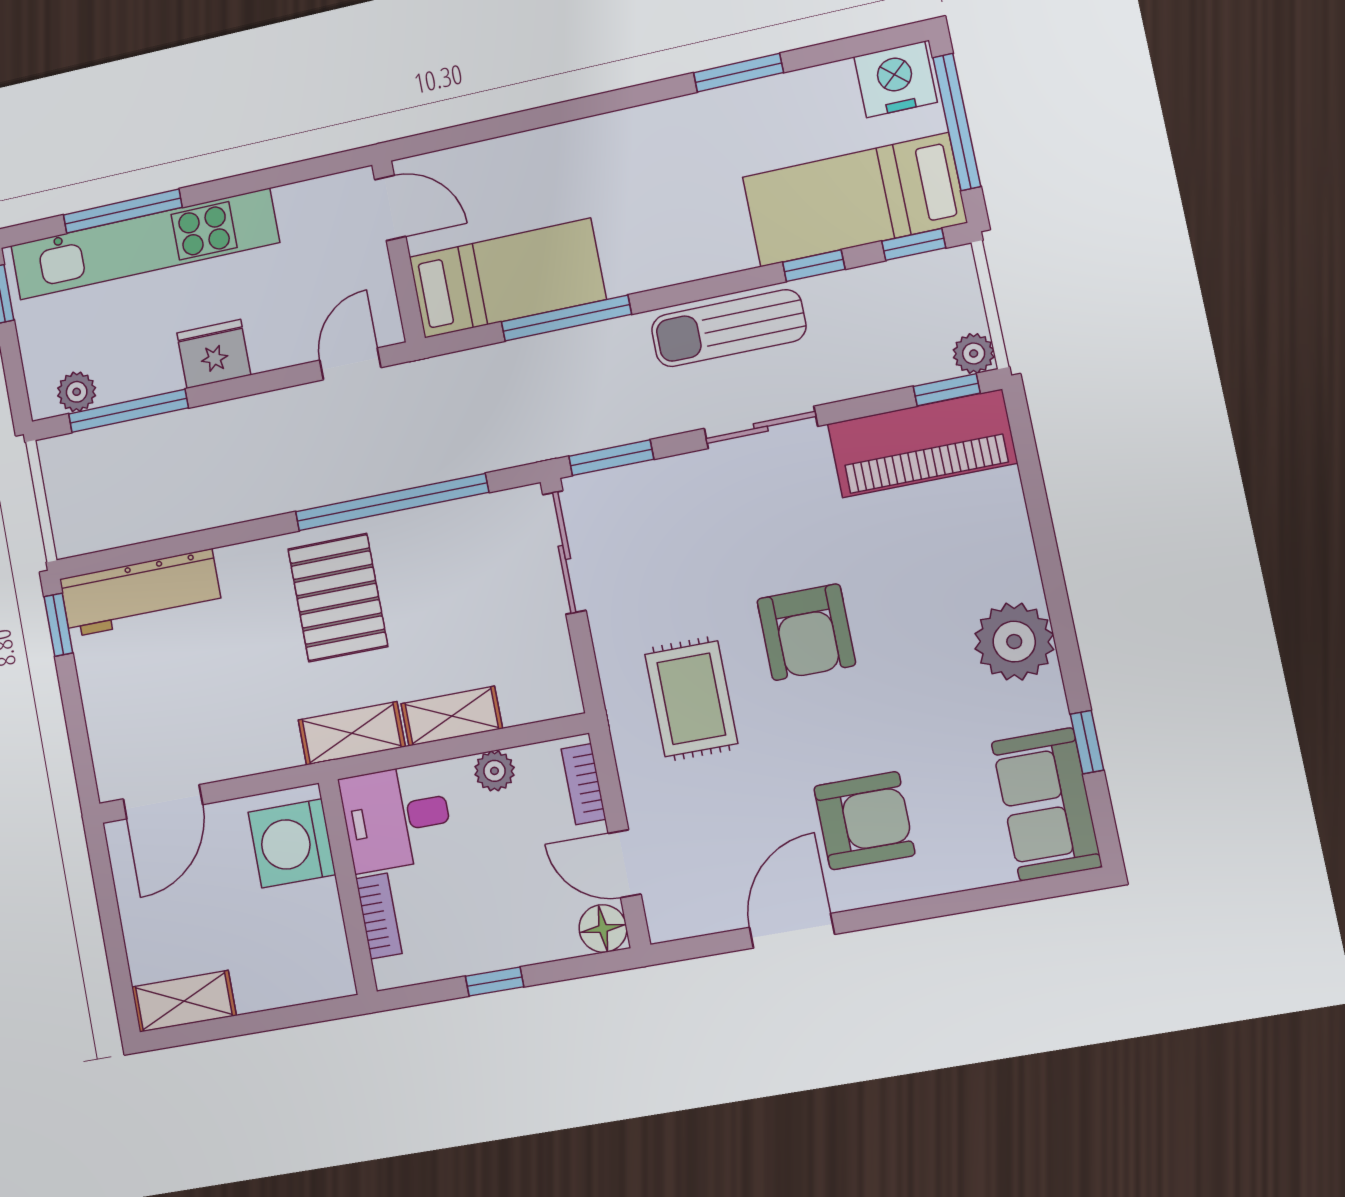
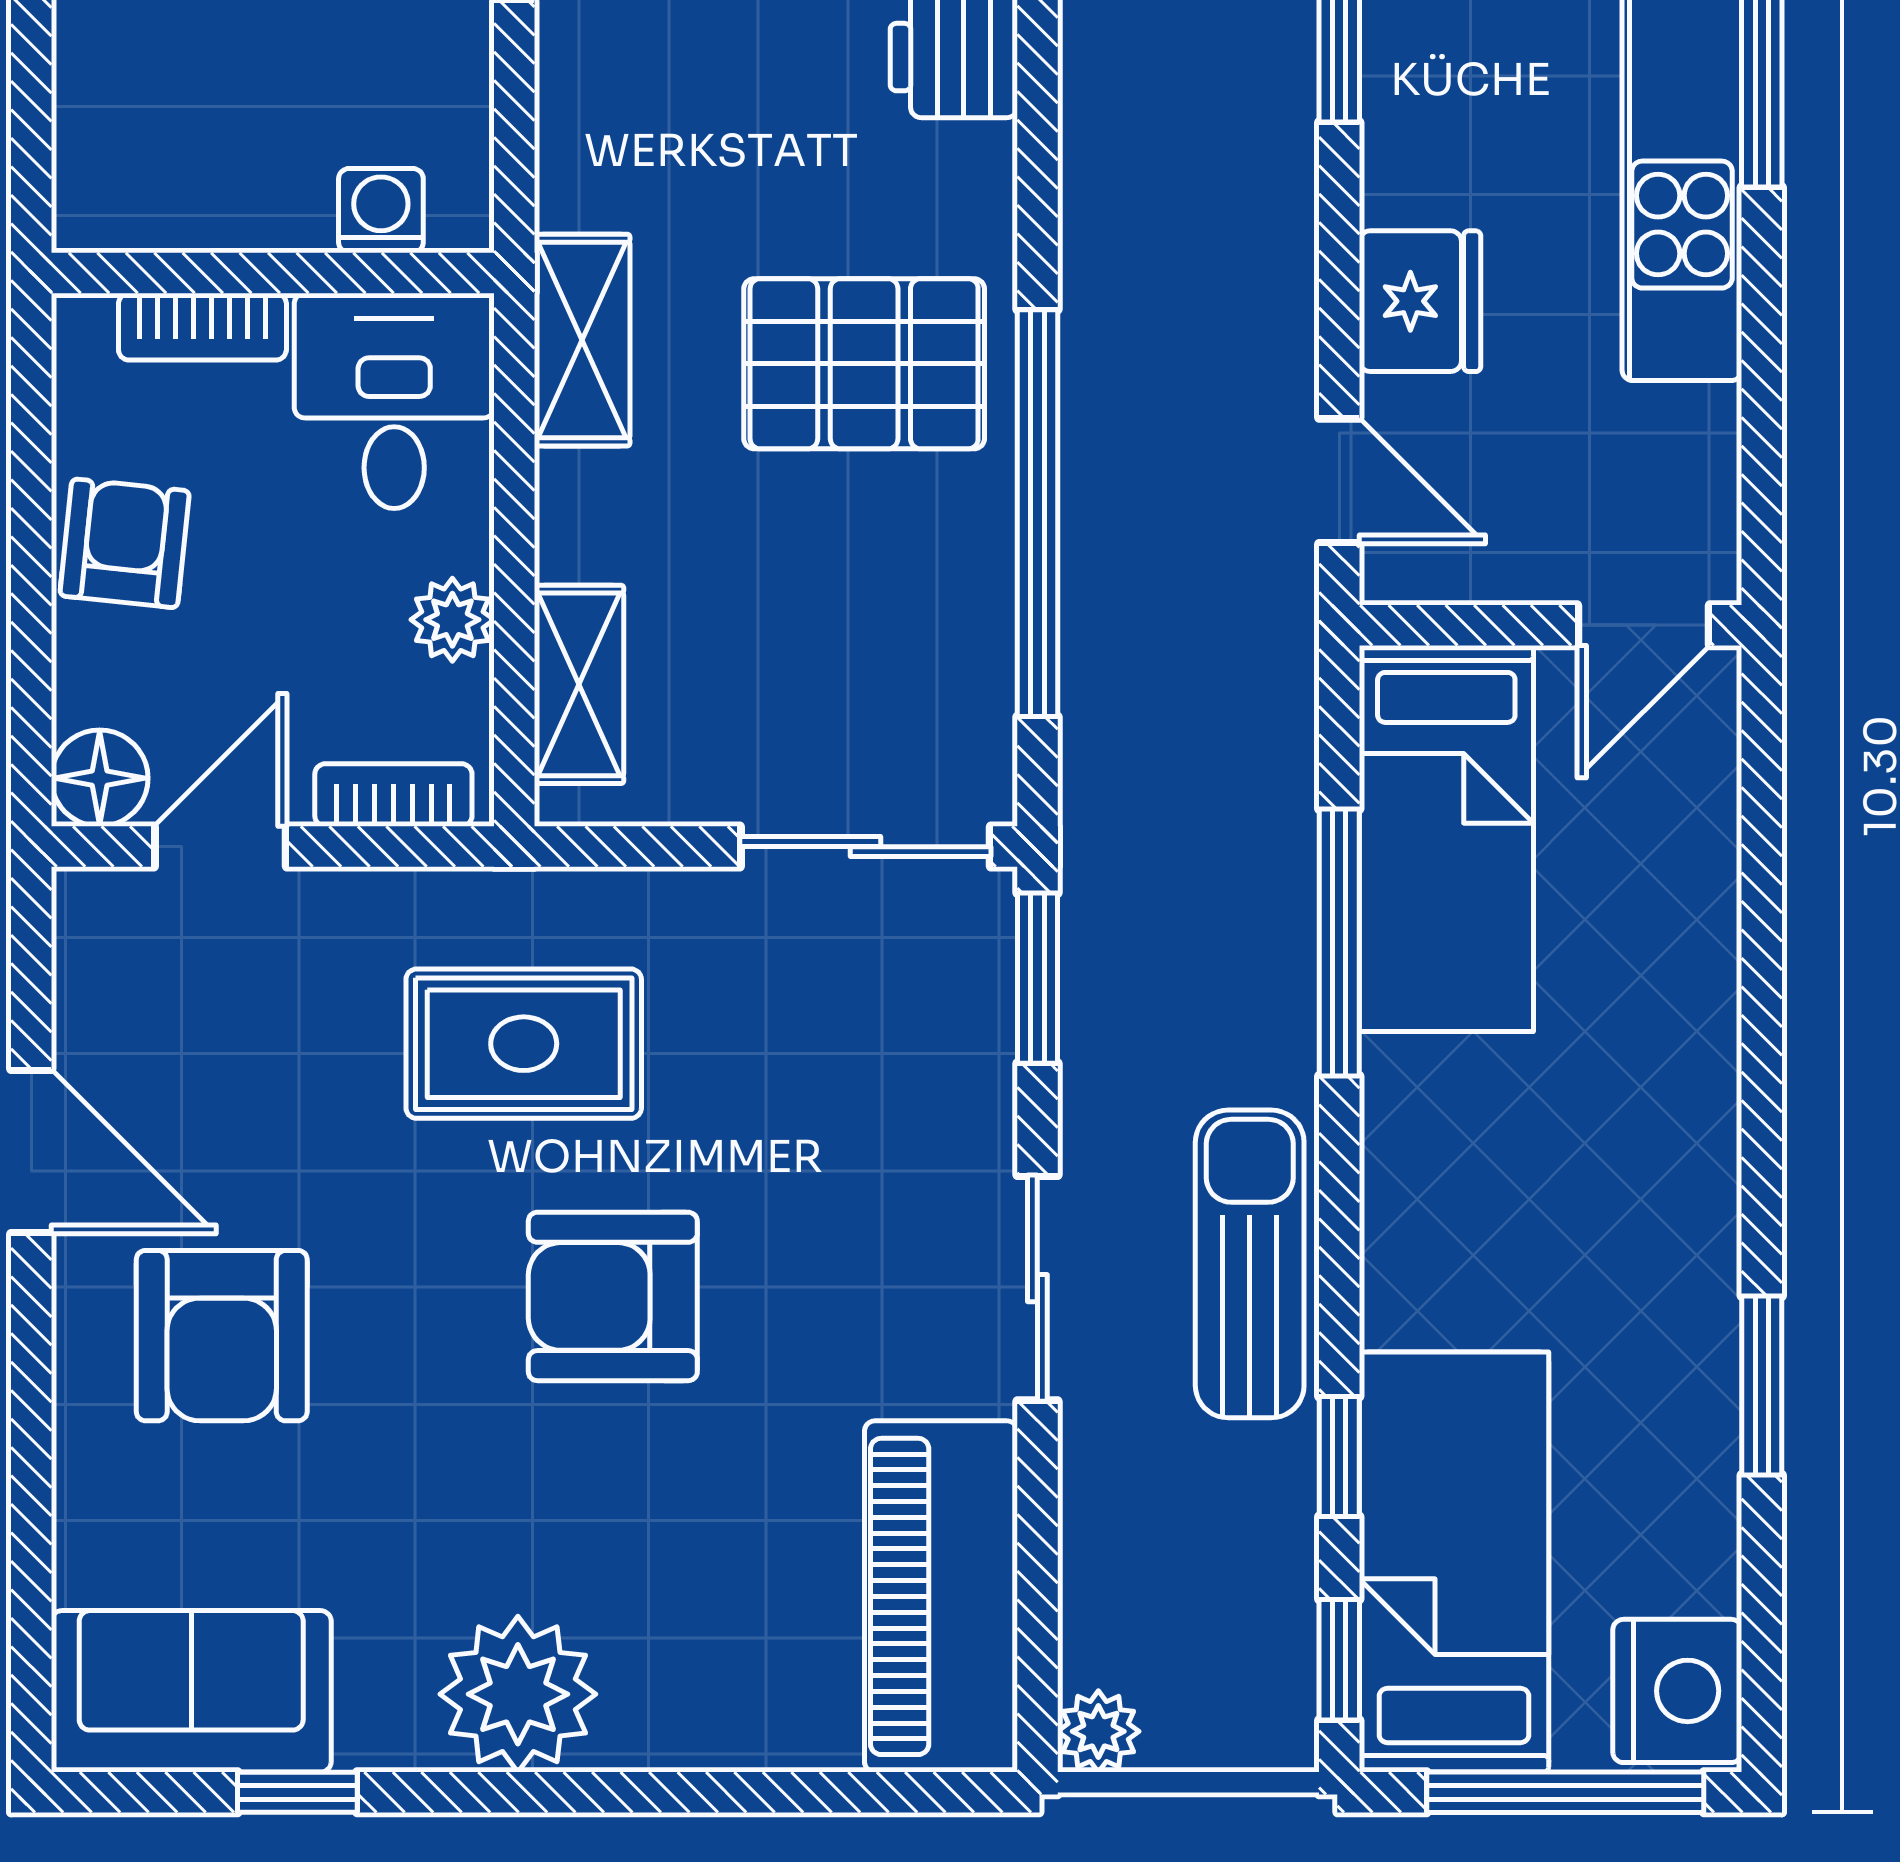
fridge: (214, 354) -> (1420, 301), moved
window: (947, 390) -> (1037, 1665), removed
shelving: (452, 716) -> (579, 684), moved
washing machine: (292, 843) -> (381, 211), width x0.53, depth x0.53
armchair: (488, 936) -> (125, 543), added
window: (495, 982) -> (31, 539), removed

